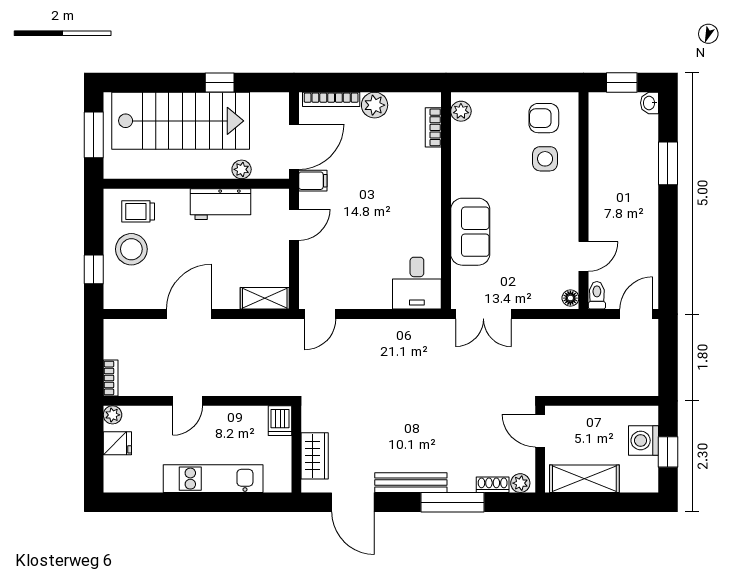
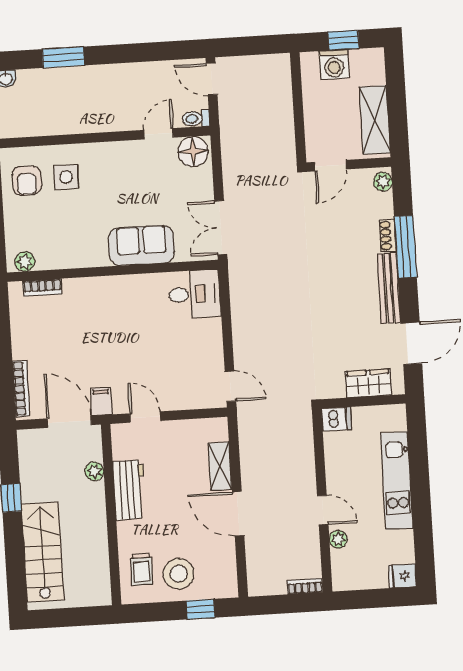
plant: (375, 105) -> (24, 346), removed
stairs: (181, 121) -> (43, 552), width x0.73, depth x0.66
window: (94, 135) -> (70, 617), removed
door: (584, 256) -> (159, 134), hinge flipped
shelving: (265, 298) -> (220, 466), moved
floor lamp: (570, 298) -> (193, 152), width x1.89, depth x1.89
double door: (483, 314) -> (221, 228), swing flipped
plant: (113, 415) -> (338, 539), moved
fridge: (117, 443) -> (403, 576), moved, turned -90
shoe rack: (493, 485) -> (388, 236), moved

